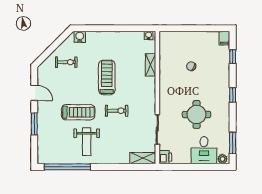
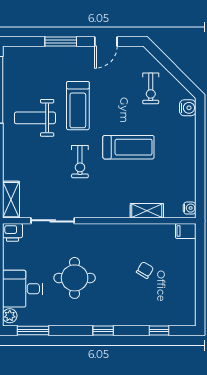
filing cabinet: (224, 38) -> (186, 231), moved

